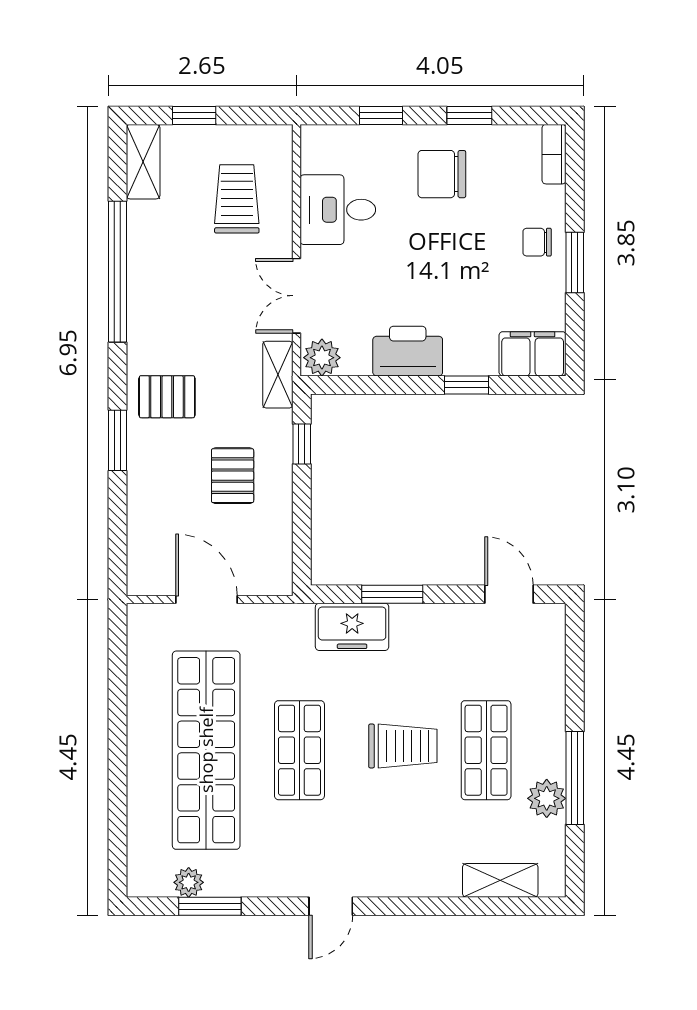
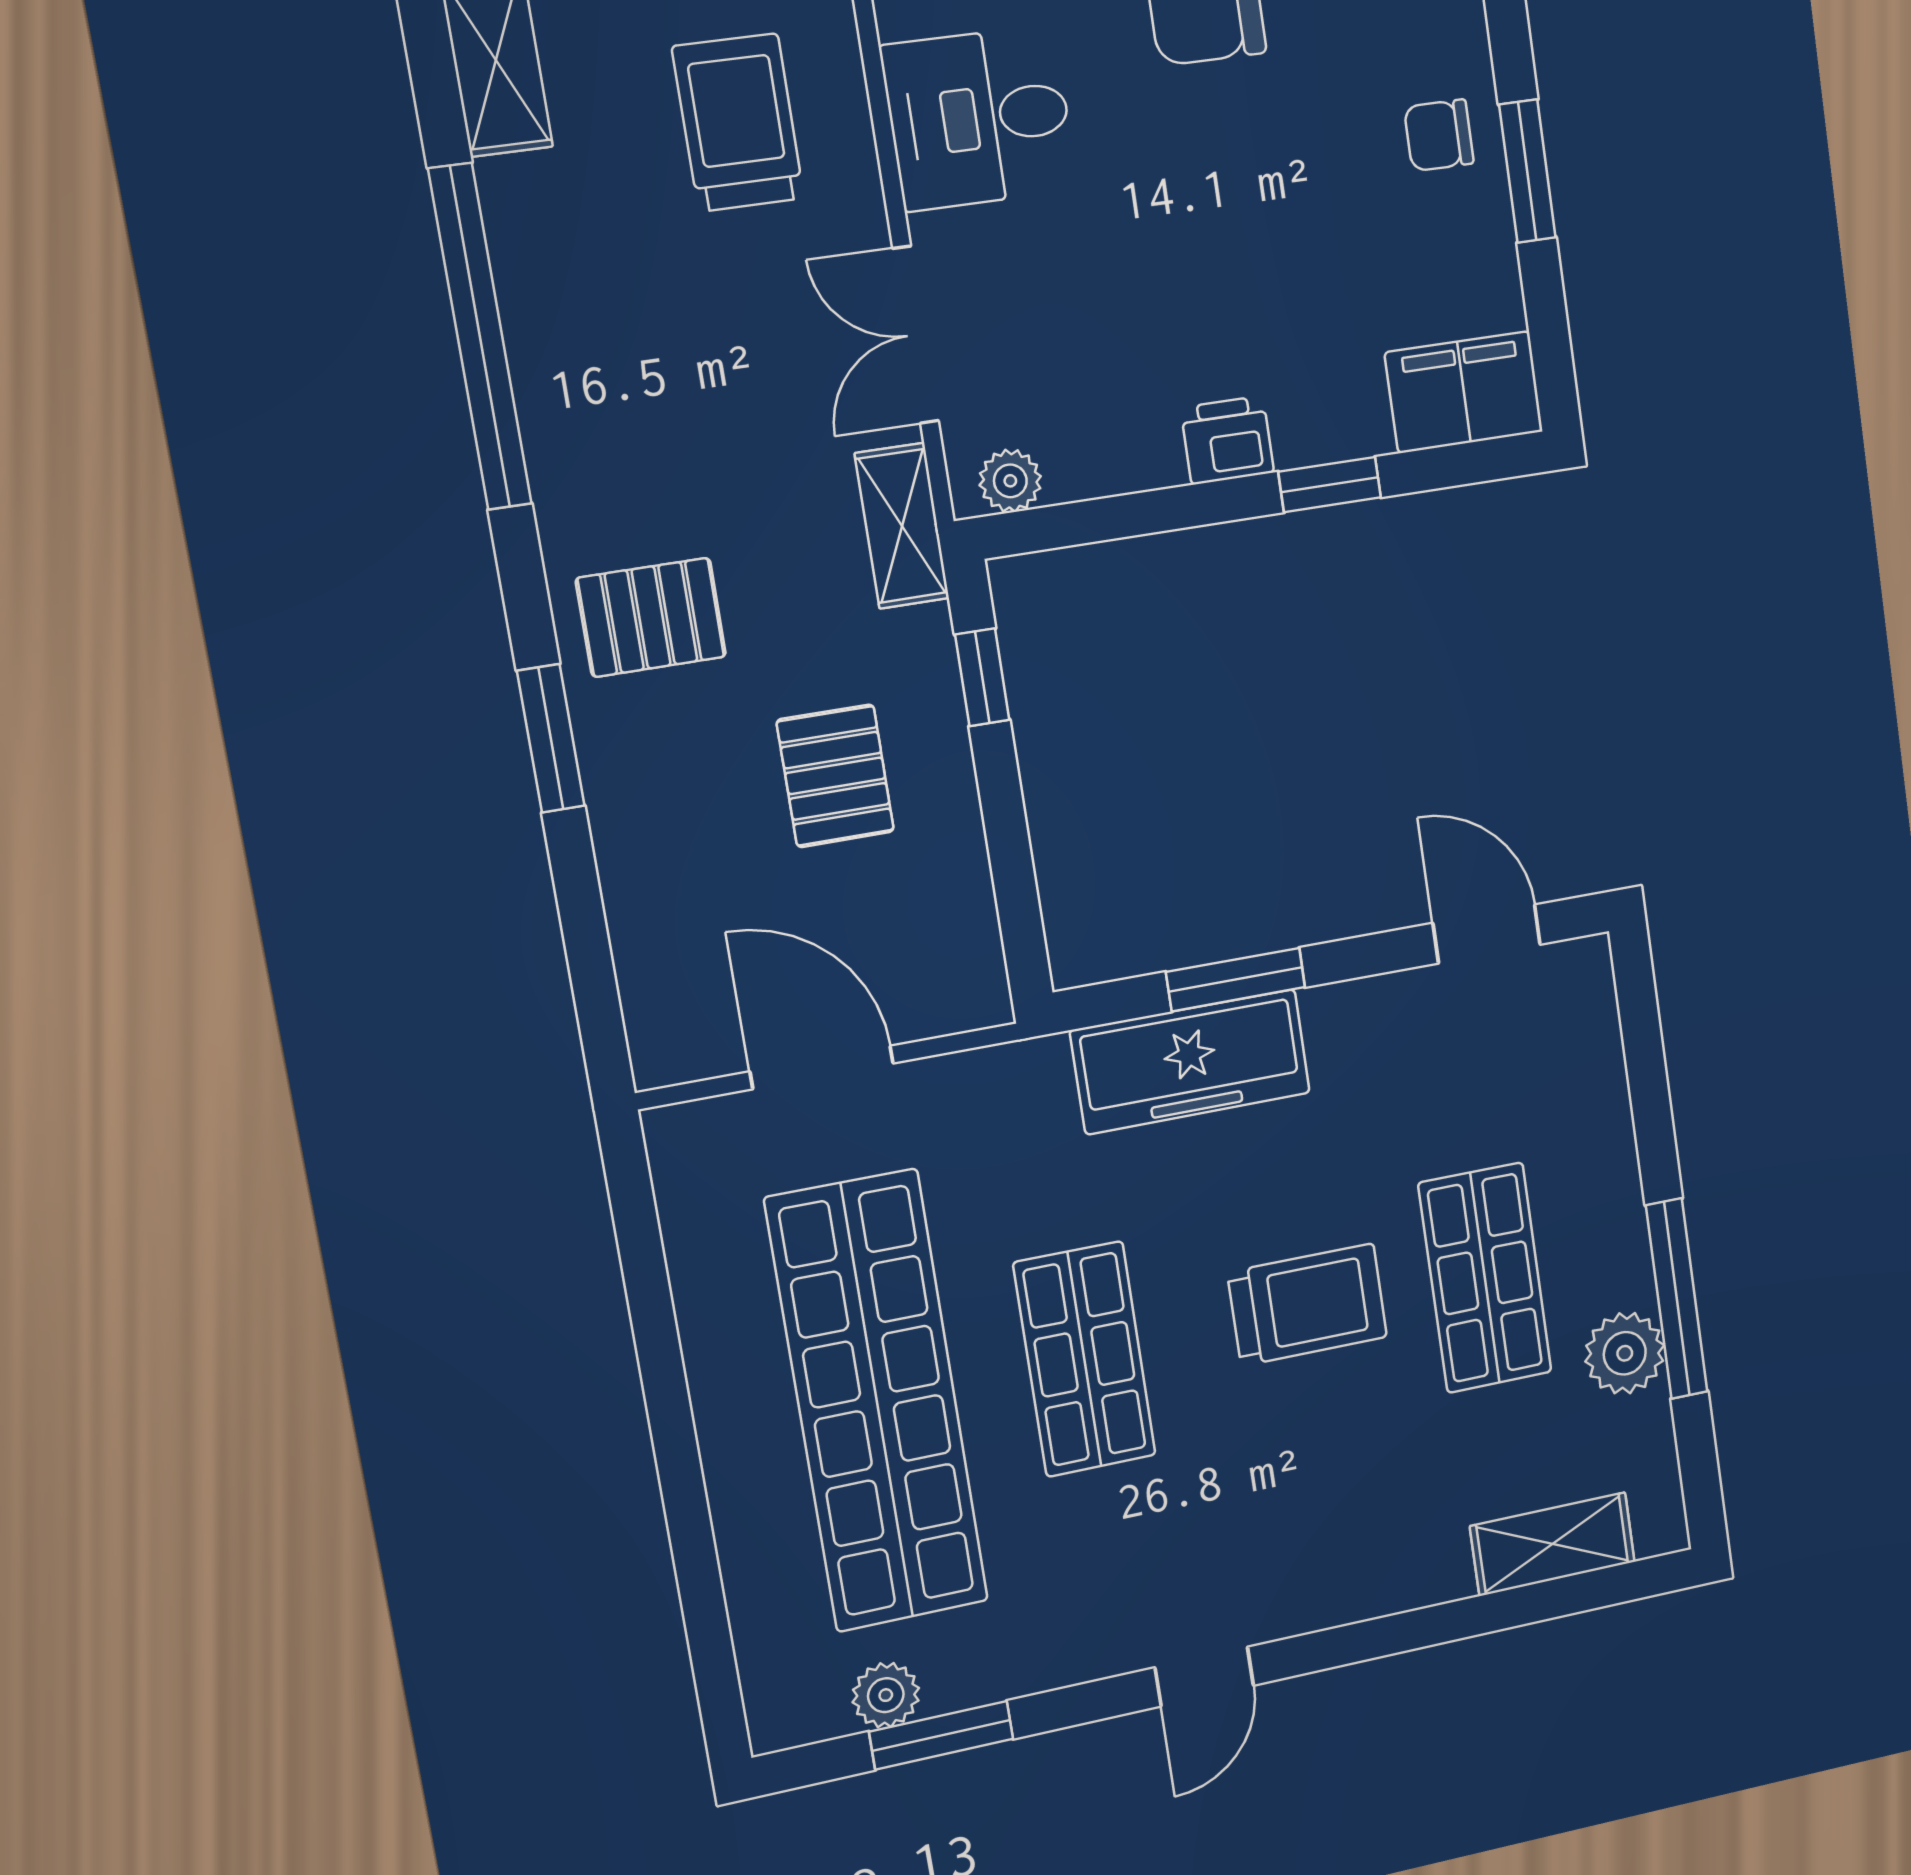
printer: (408, 351) -> (1227, 440), width x0.53, depth x0.68
plant: (322, 358) -> (1010, 481), width x0.73, depth x0.73
freezer: (352, 627) -> (1190, 1062), width x1.40

